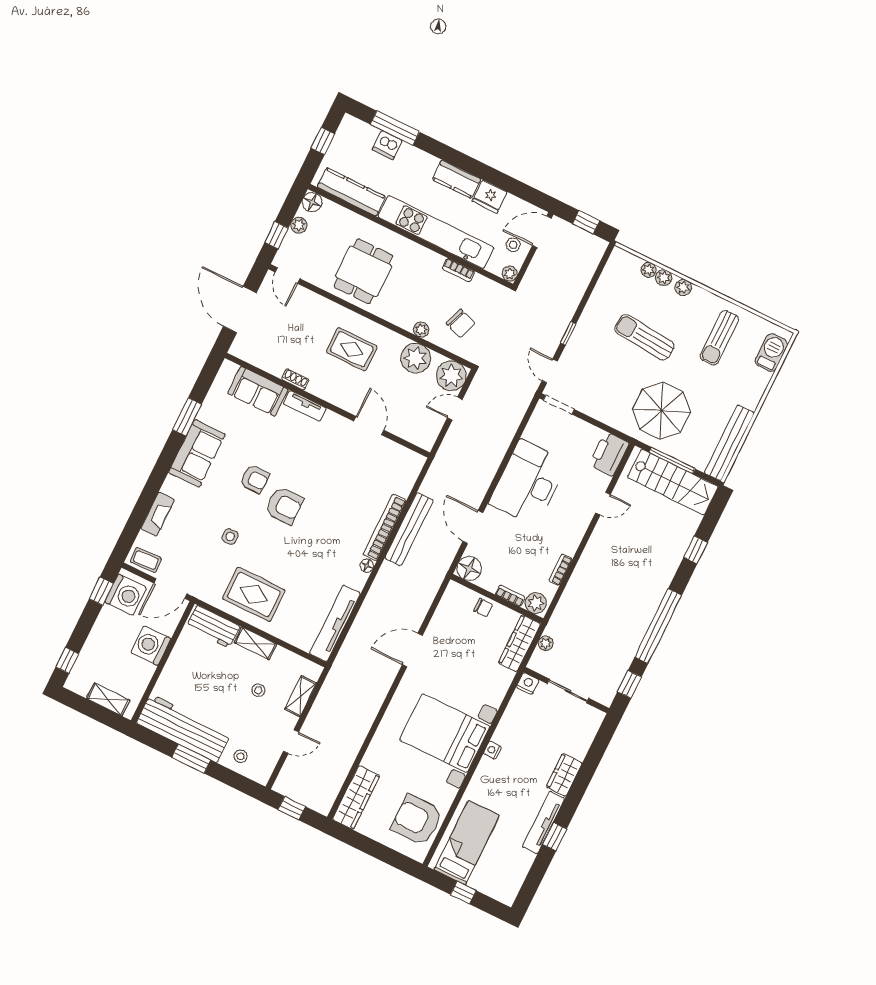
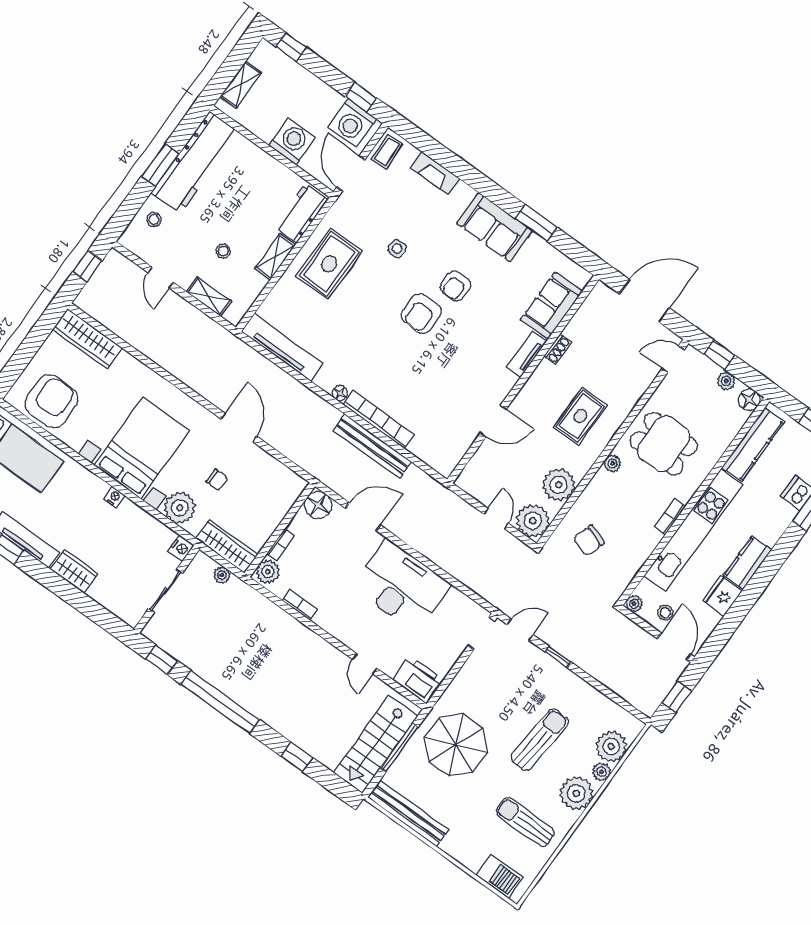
bookcase: (458, 270) -> (670, 517), moved
plant: (649, 270) -> (611, 747), width x1.88, depth x1.88
plant: (683, 287) -> (576, 793), width x1.87, depth x1.87
plant: (421, 330) -> (613, 463), moved
chair: (483, 608) -> (217, 480), moved, turned -90
plant: (492, 691) -> (180, 508), added

